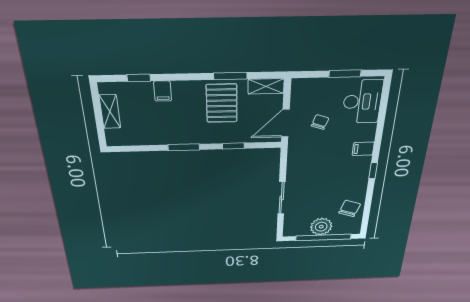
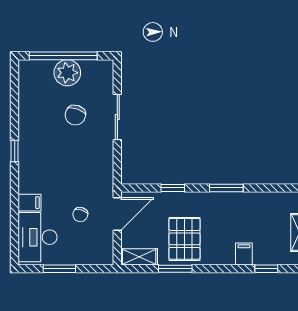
filing cabinet: (363, 149) -> (30, 203), moved
chair: (350, 208) -> (75, 115), moved

